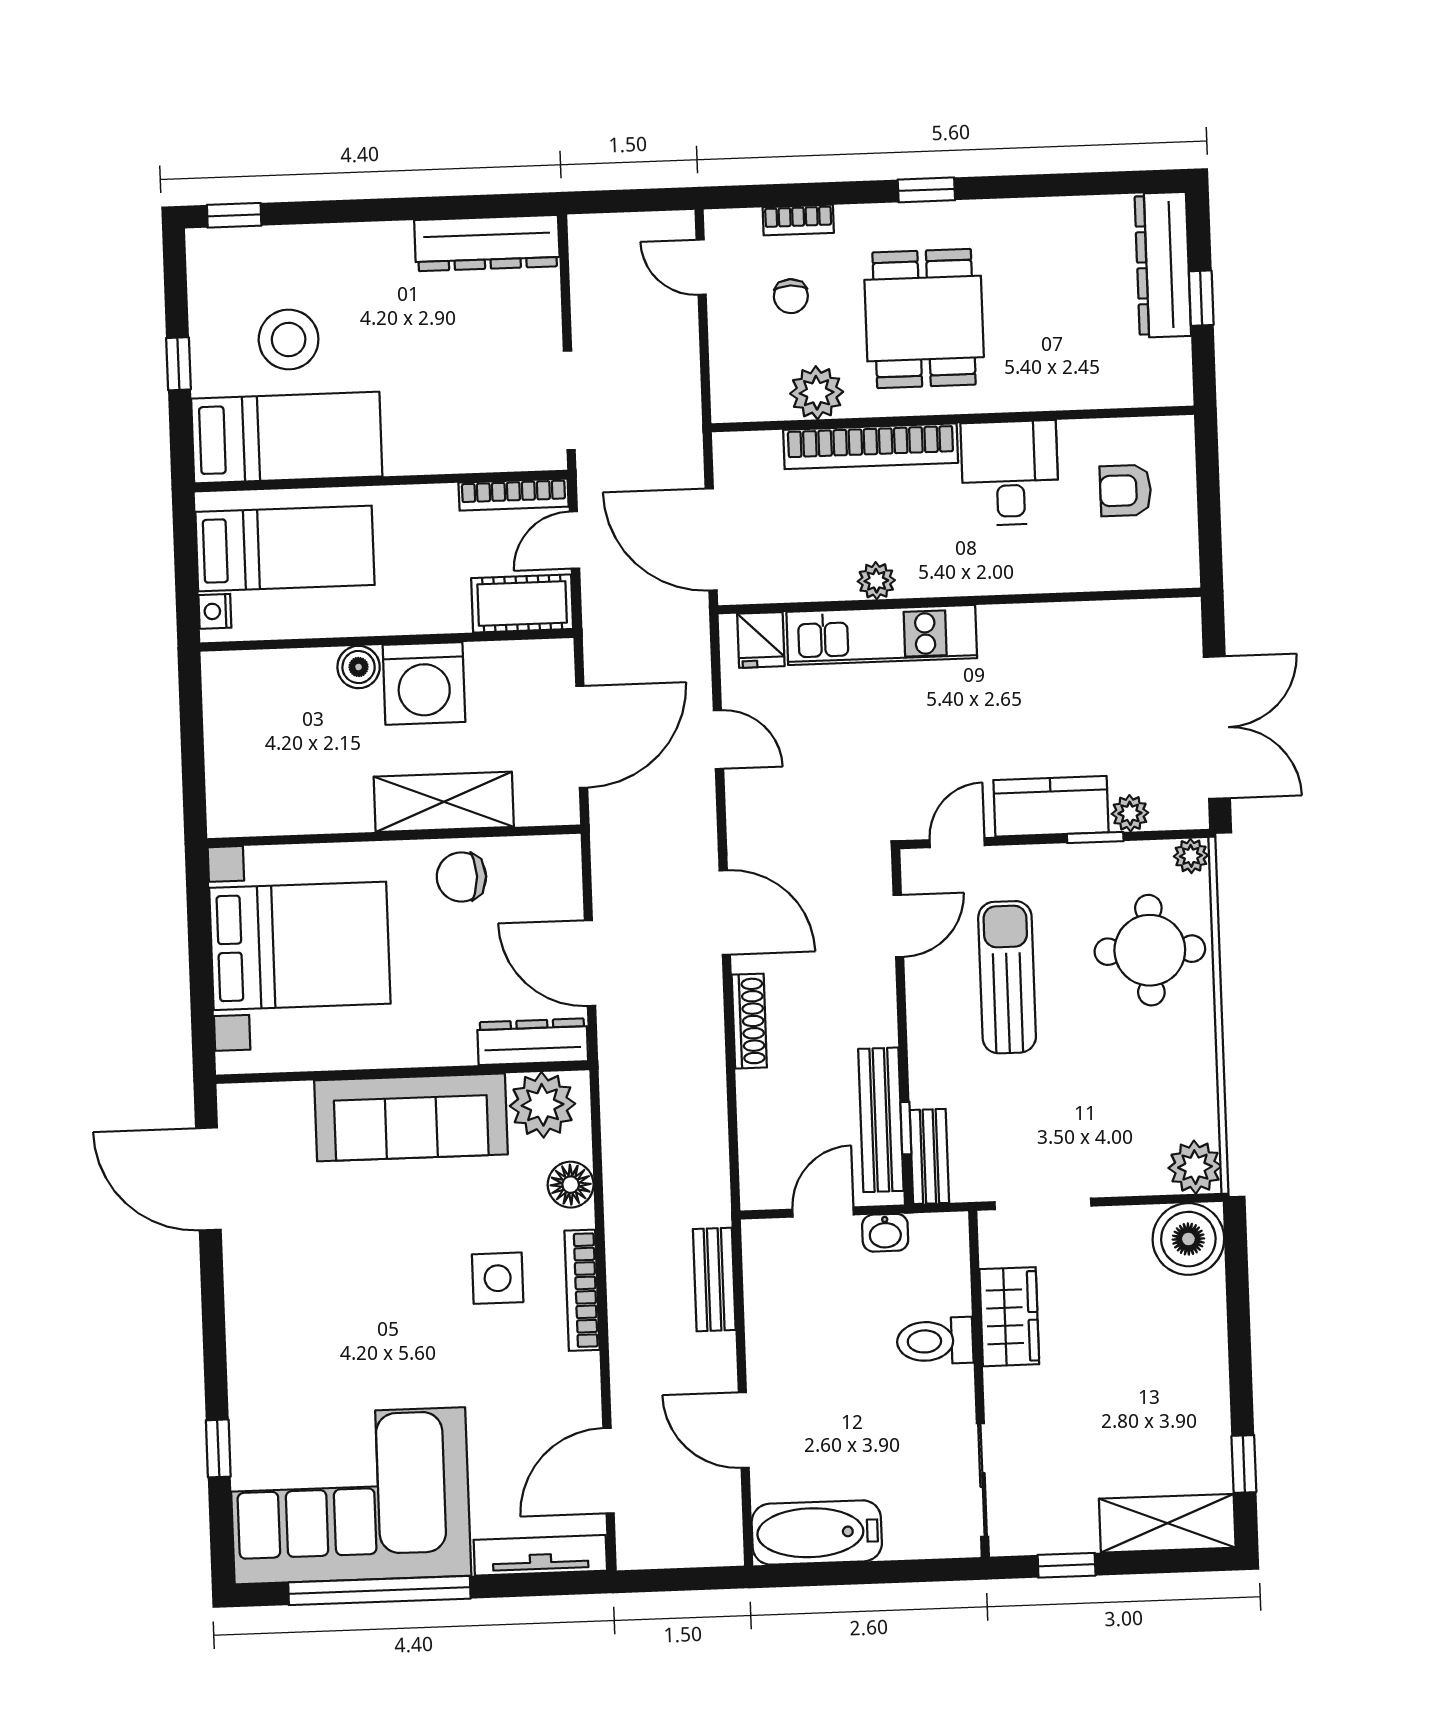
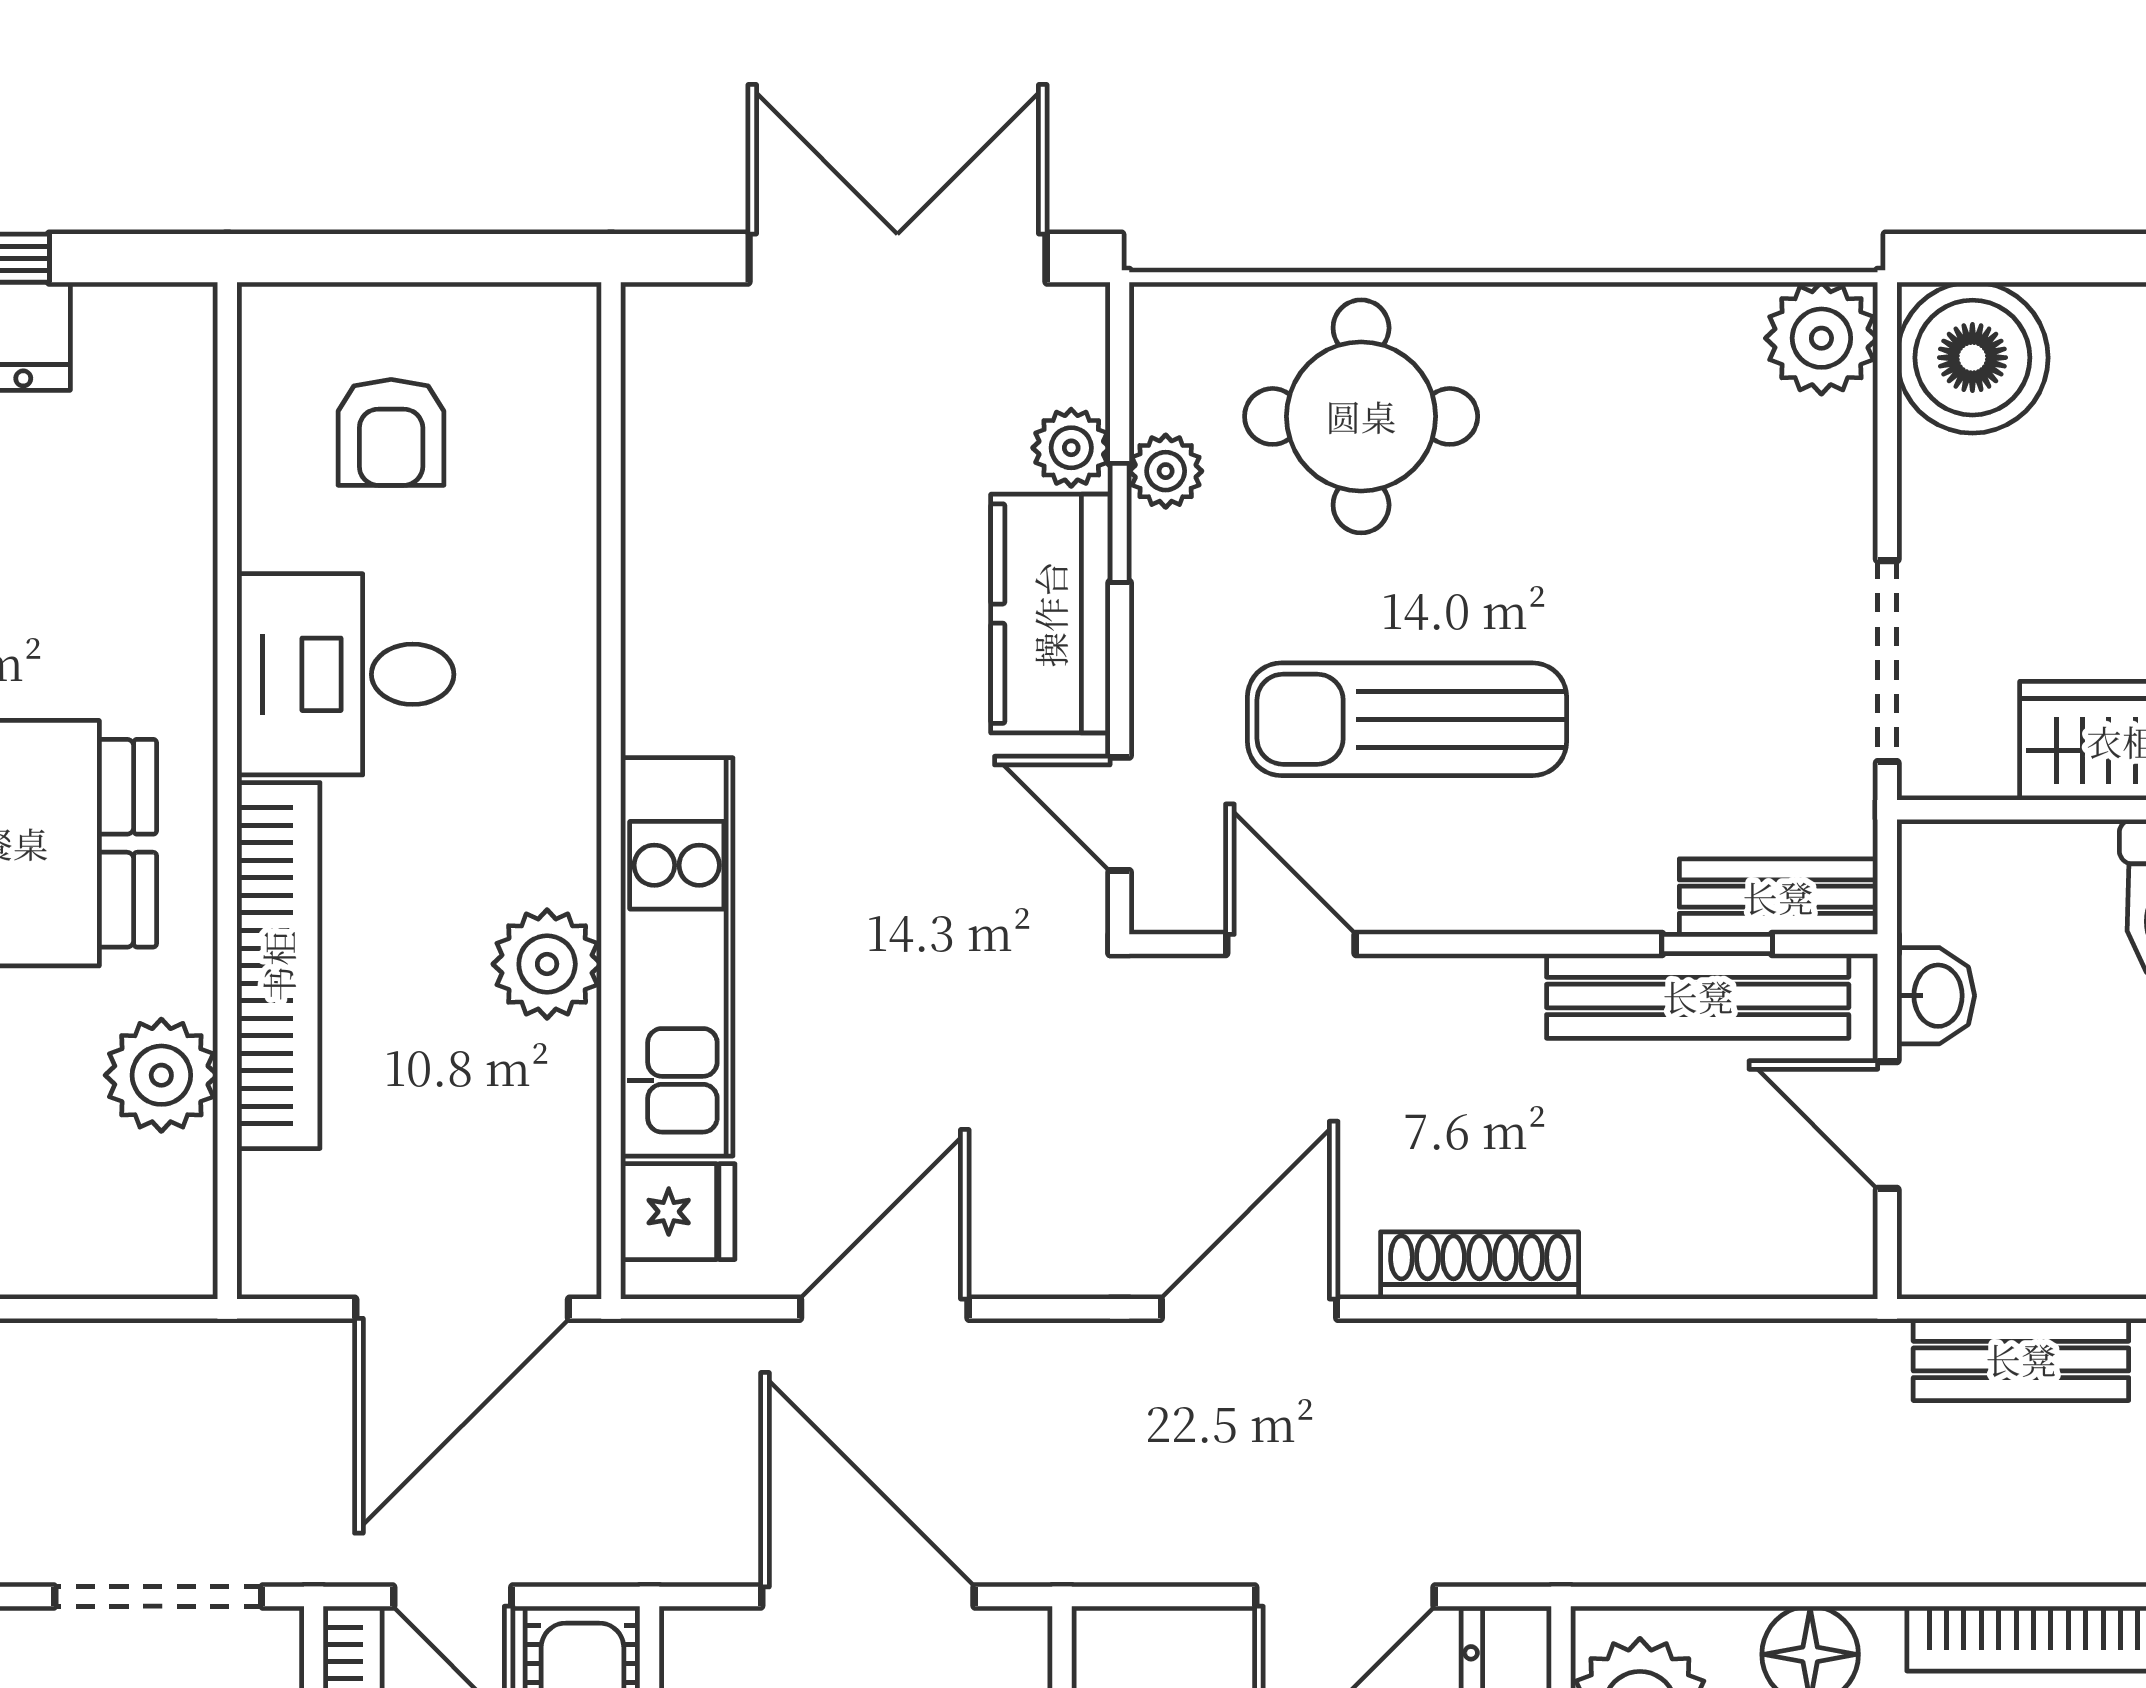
plant: (876, 581) -> (547, 964), width x1.38, depth x1.38
door: (718, 740) -> (884, 1309), width x1.38
plant: (1191, 856) -> (1166, 471), moved

